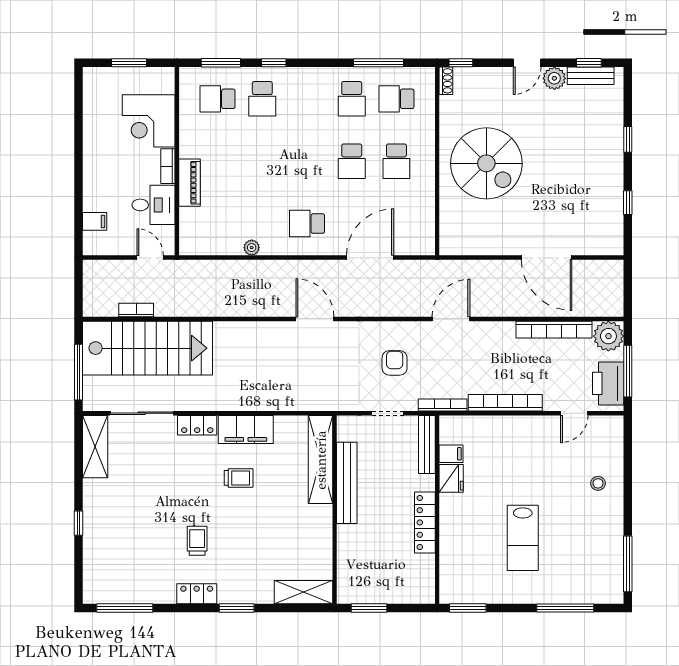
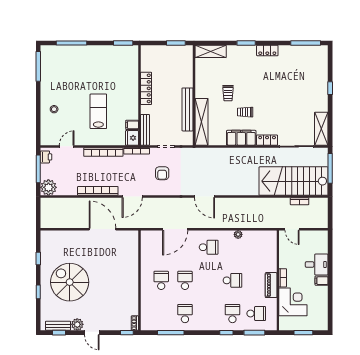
door: (527, 63) -> (92, 333), swing flipped
school desk: (396, 99) -> (232, 280), moved
spiral stairs: (486, 163) -> (70, 282), moved
piano: (190, 183) -> (271, 285), moved
desk: (153, 205) -> (317, 265), moved, turned 180
filing cabinet: (95, 221) -> (322, 281), moved
door: (547, 258) -> (103, 229), moved
bookcase: (554, 330) -> (98, 191), moved
printer: (608, 383) -> (46, 157), width x0.53, depth x0.68
fridge: (451, 478) -> (132, 138), moved
lab bench: (523, 538) -> (98, 111), moved
trolley: (197, 541) -> (228, 93), moved

